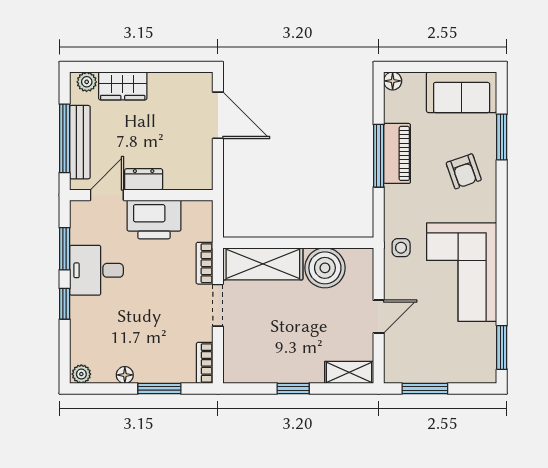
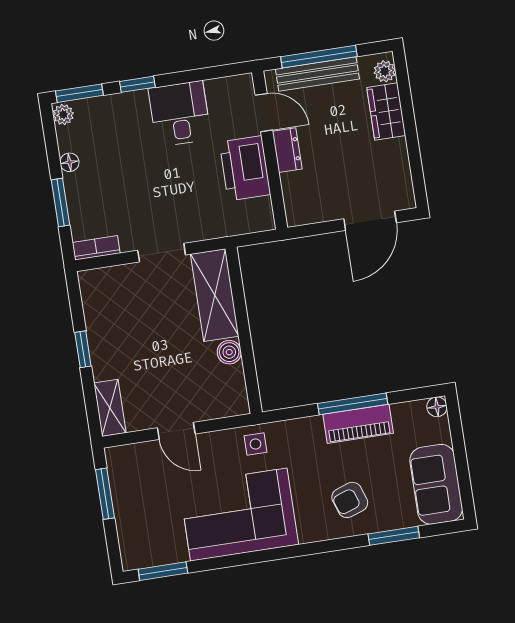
window: (65, 249) -> (79, 93), moved
bookcase: (204, 263) -> (206, 231), removed
boiler: (325, 268) -> (229, 352), width x0.54, depth x0.54

